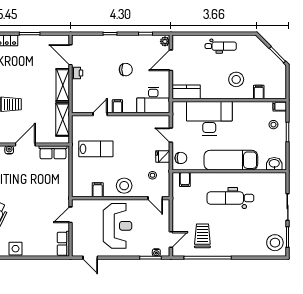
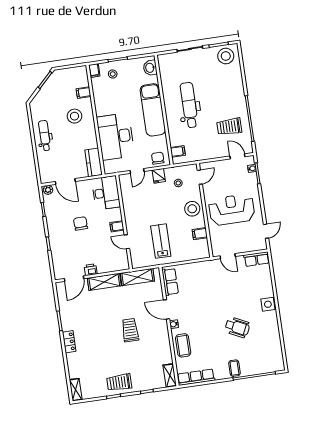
dental chair: (230, 198) -> (189, 105), turned 180

